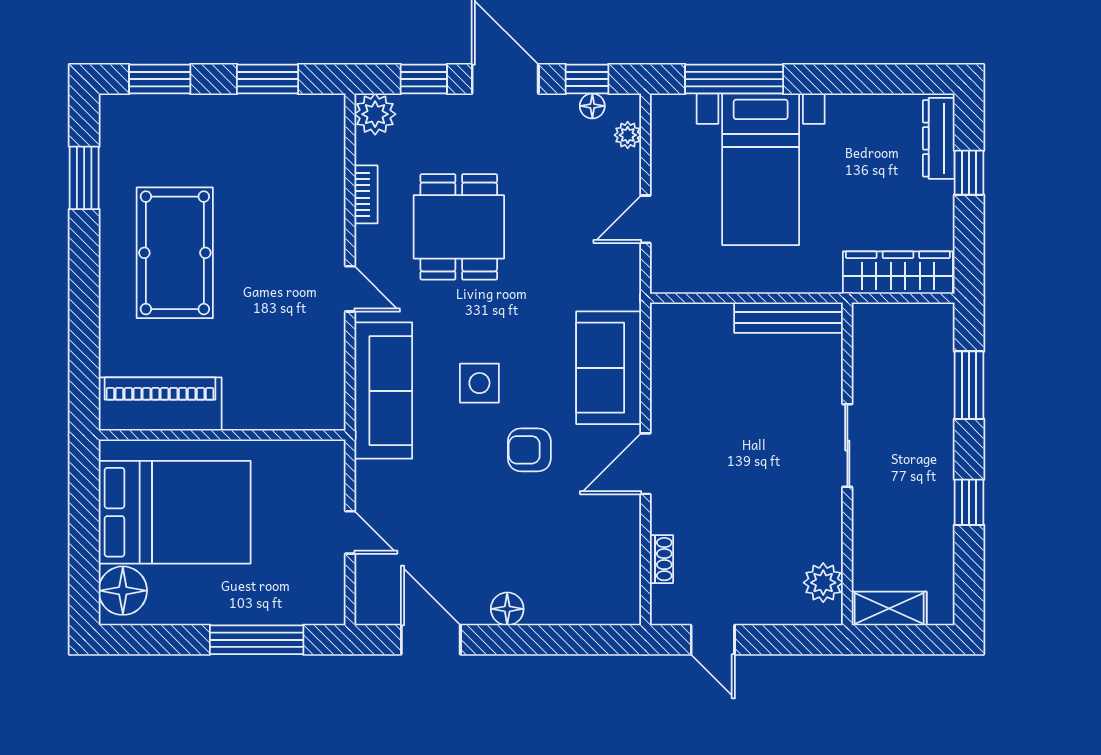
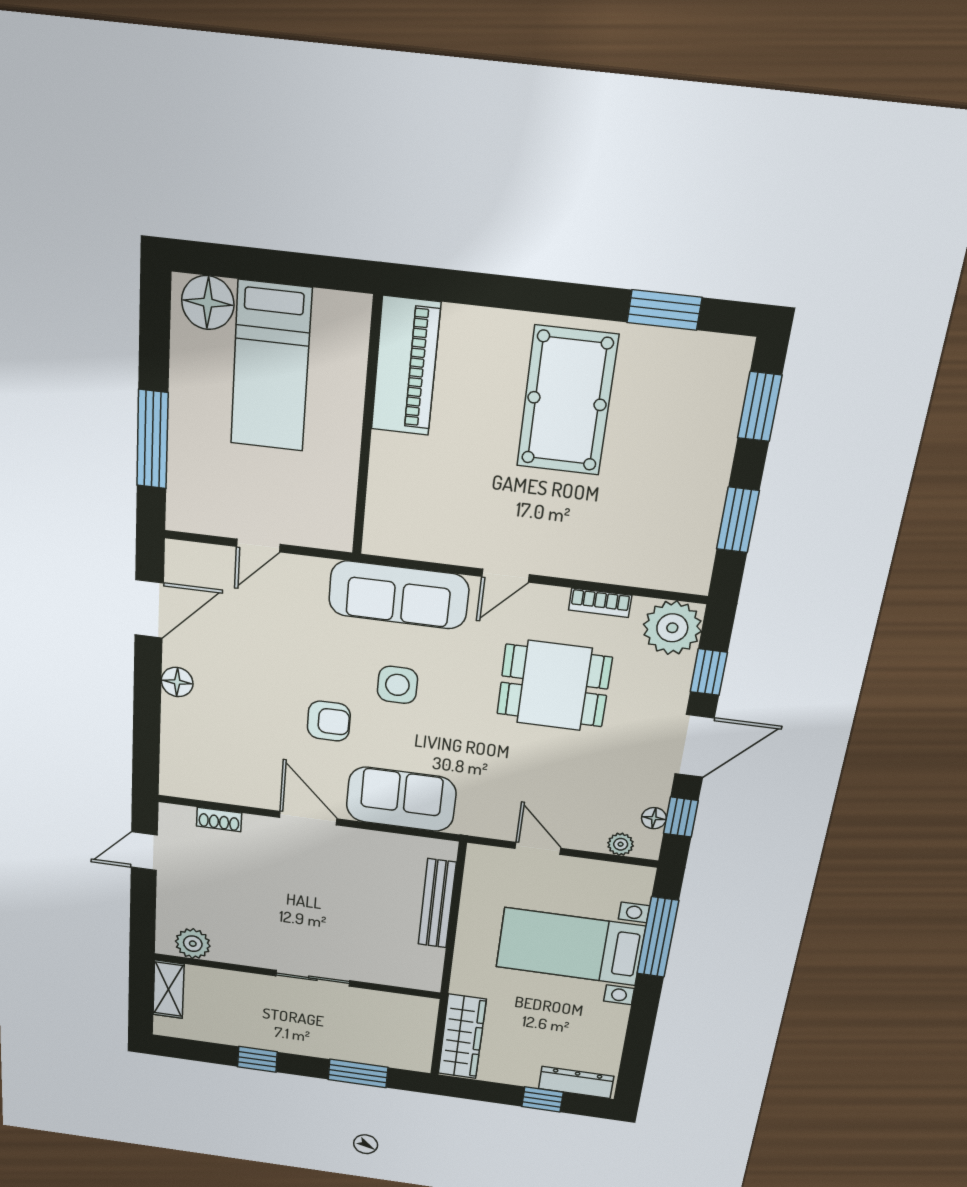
plant: (375, 114) -> (672, 628), width x1.36, depth x1.36
pool table: (175, 253) -> (567, 401), turned 90
bench: (789, 318) -> (437, 904), moved
armchair: (529, 450) -> (329, 721), turned 90
bed: (175, 512) -> (271, 367), width x0.67

